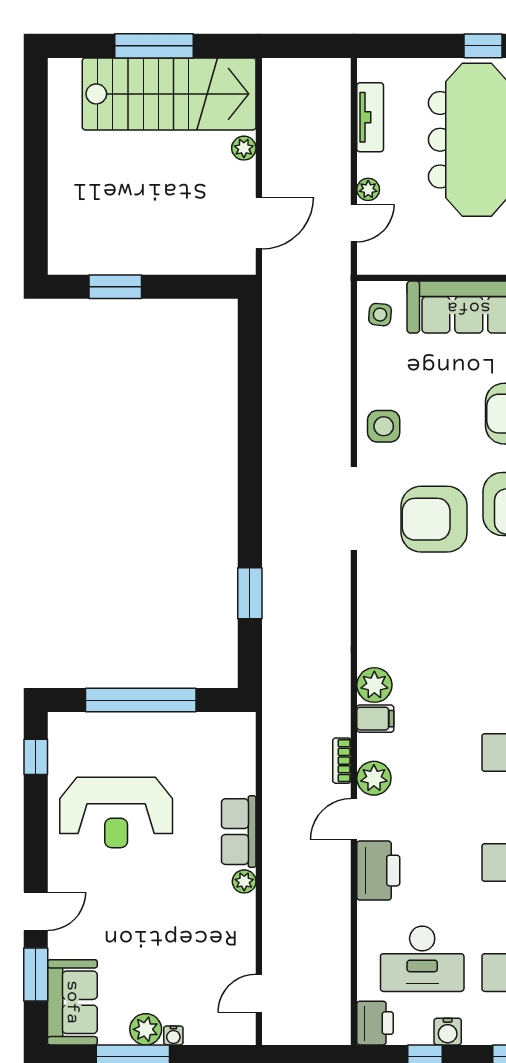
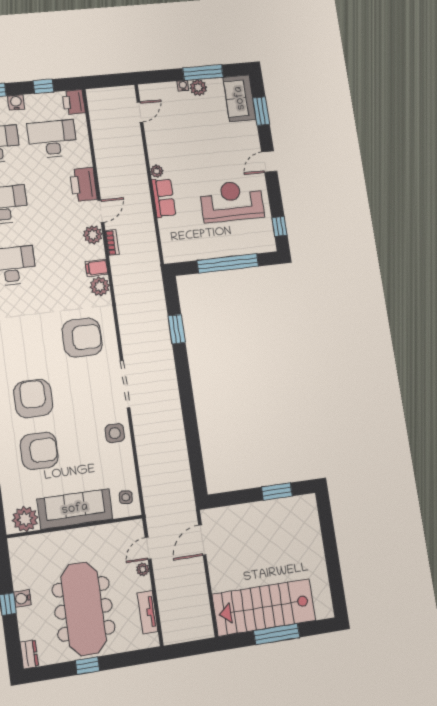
plant: (244, 148) -> (217, 582), removed
armchair: (434, 519) -> (82, 338), moved
door: (36, 911) -> (269, 162), moved
water cooler: (448, 1032) -> (16, 102), moved

